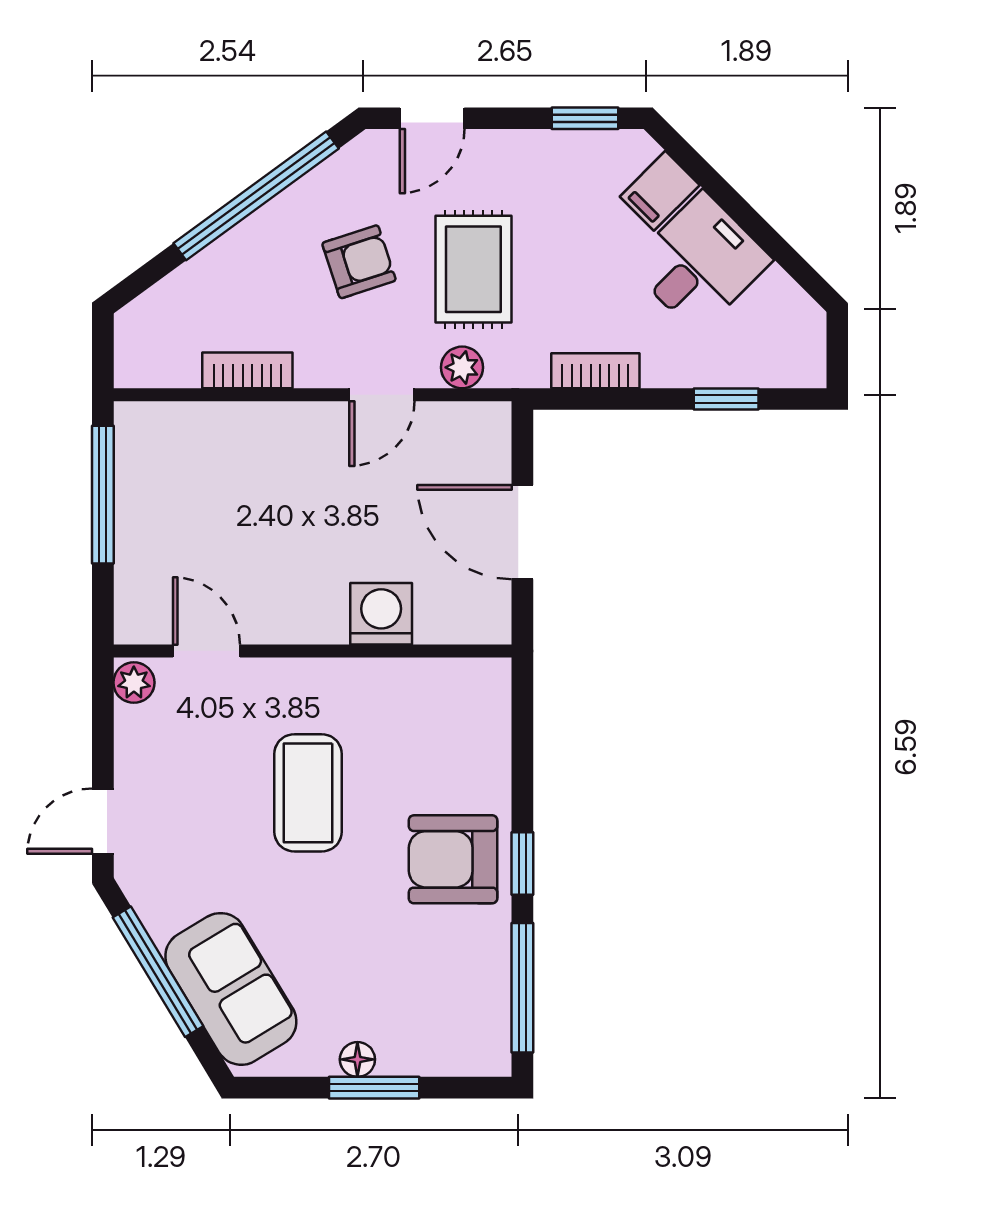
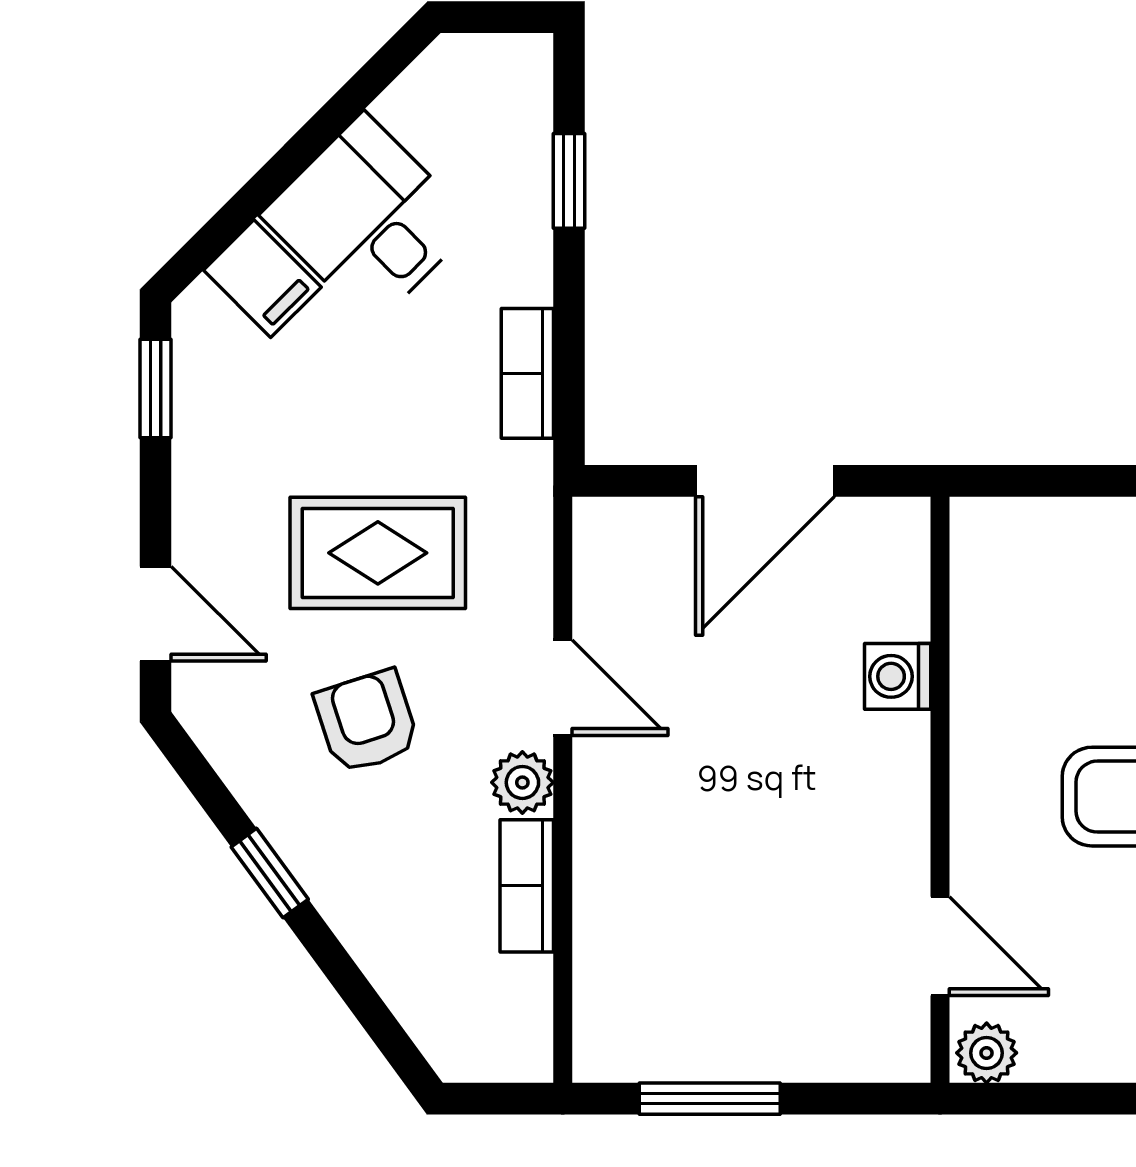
window: (256, 196) -> (270, 873), width x0.32
plant: (462, 367) -> (522, 782), moved
window: (103, 495) -> (710, 1099), width x0.69
washing machine: (381, 614) -> (898, 676), width x0.73, depth x0.73
door: (206, 651) -> (940, 946), swing flipped

